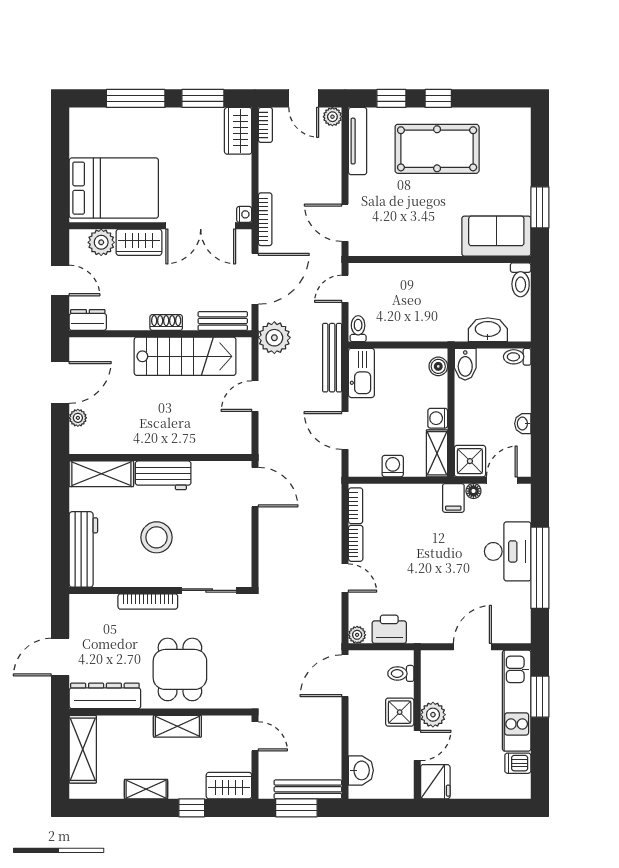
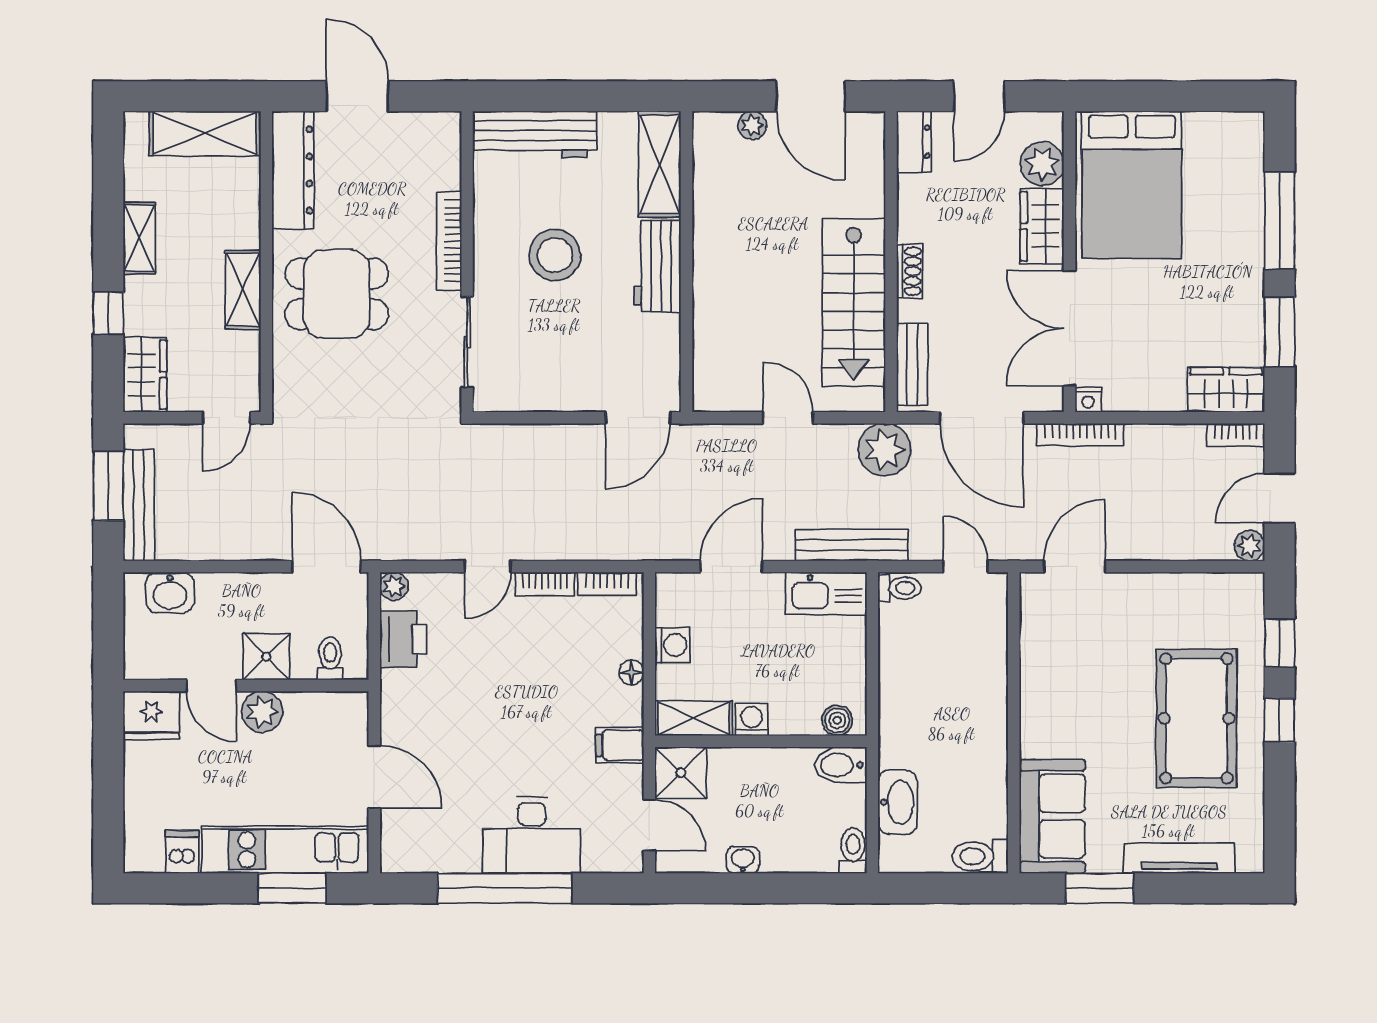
tv unit: (358, 141) -> (1179, 858), moved, turned 180
floor lamp: (473, 491) -> (631, 673), moved

